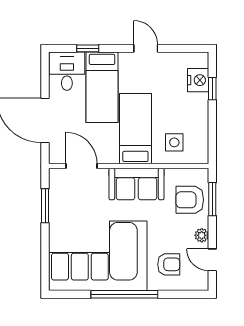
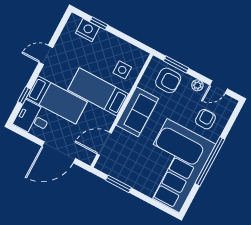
armchair: (190, 200) -> (168, 80), turned -90

